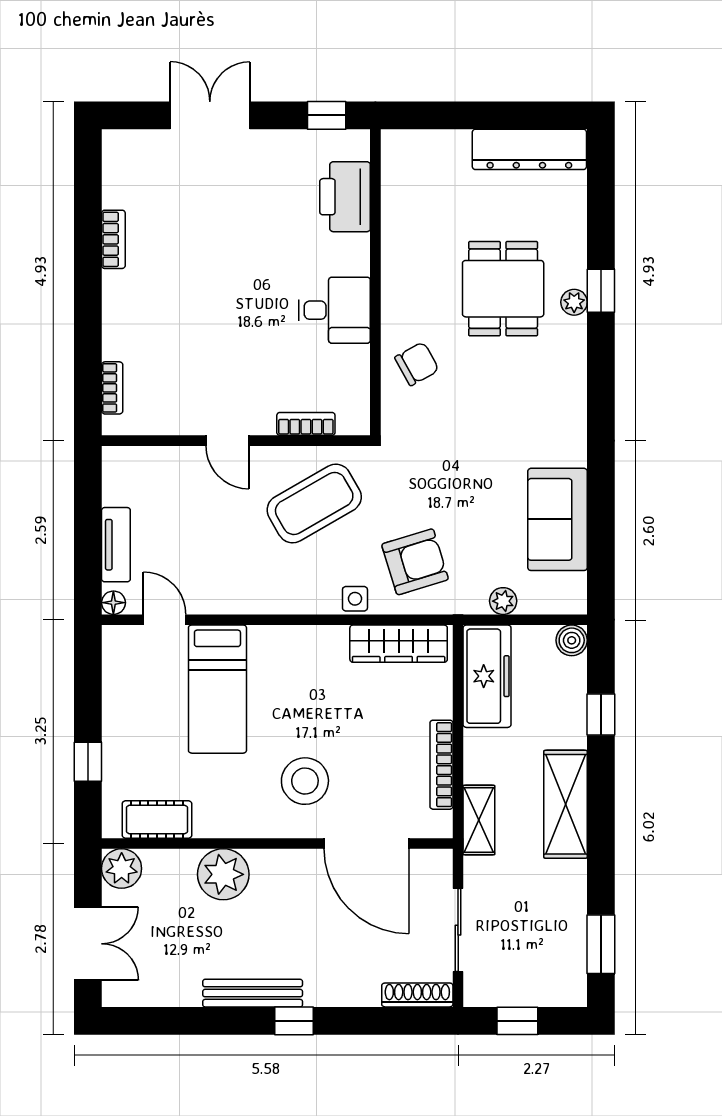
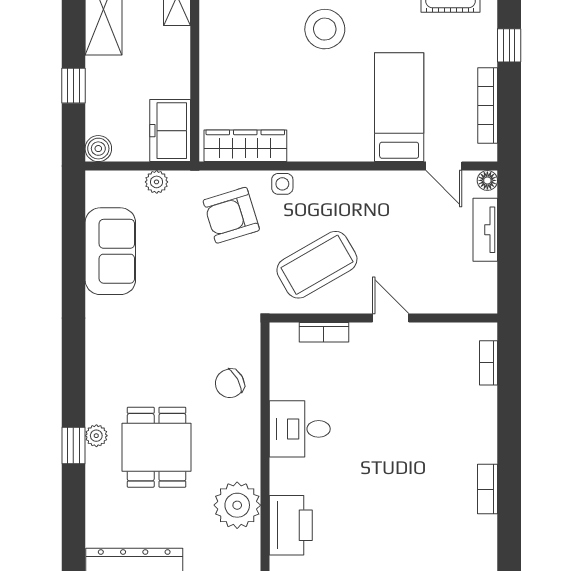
plant: (408, 220) -> (237, 505), added
freezer: (487, 676) -> (170, 131), width x0.71
bookcase: (441, 765) -> (488, 105), moved, turned 180

